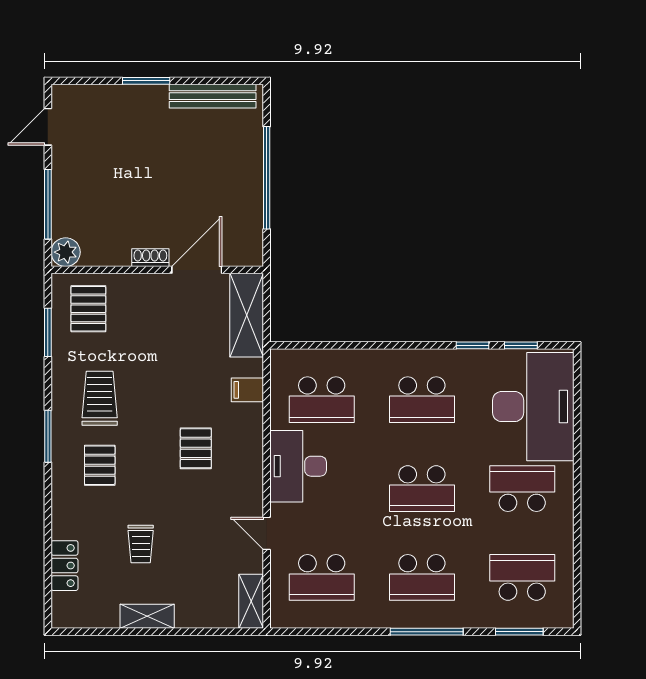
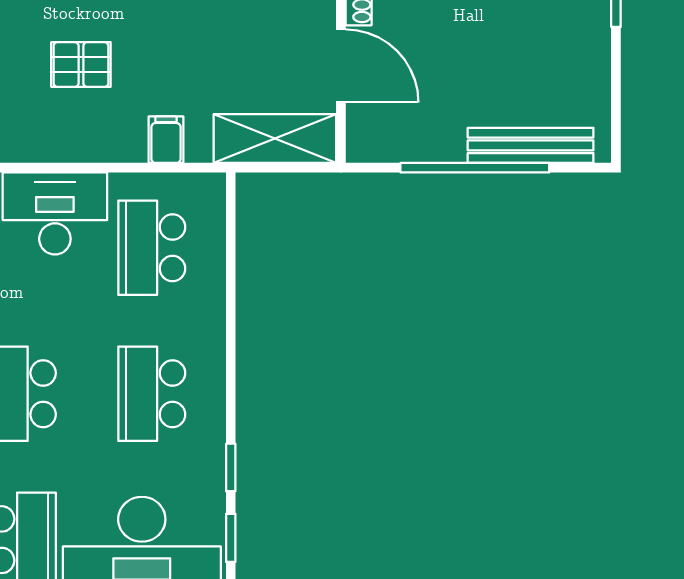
bench: (213, 96) -> (531, 145), moved, turned 90

